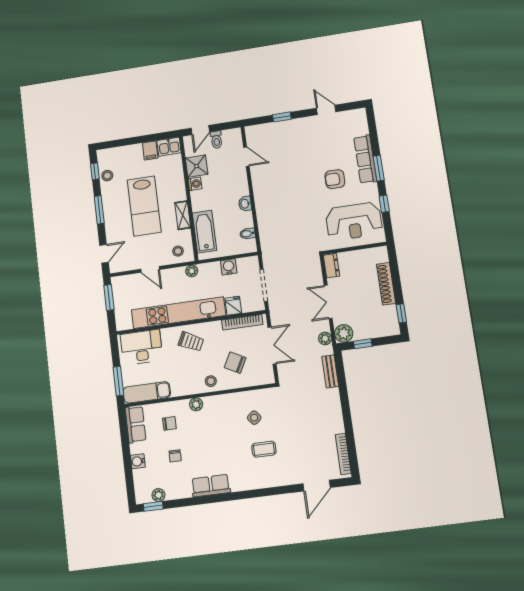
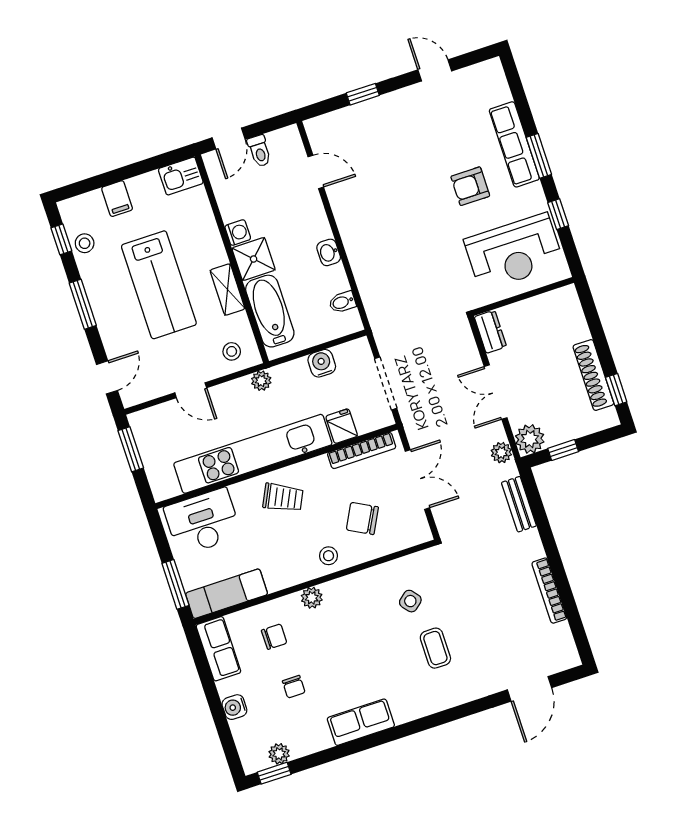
filing cabinet: (150, 151) -> (117, 199), moved
shower: (197, 166) -> (254, 259), moved
shoe rack: (386, 284) -> (593, 375), moved
coffee table: (264, 449) -> (435, 648), turned 90
bookcase: (343, 454) -> (549, 591), moved

